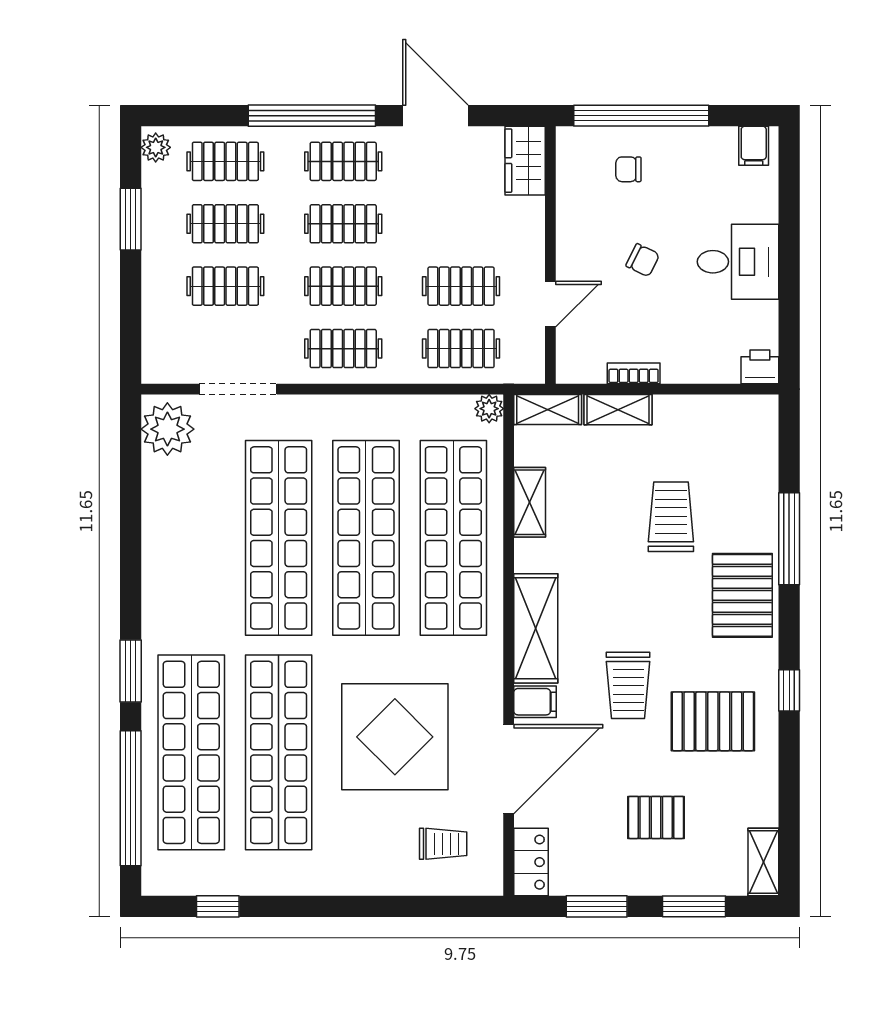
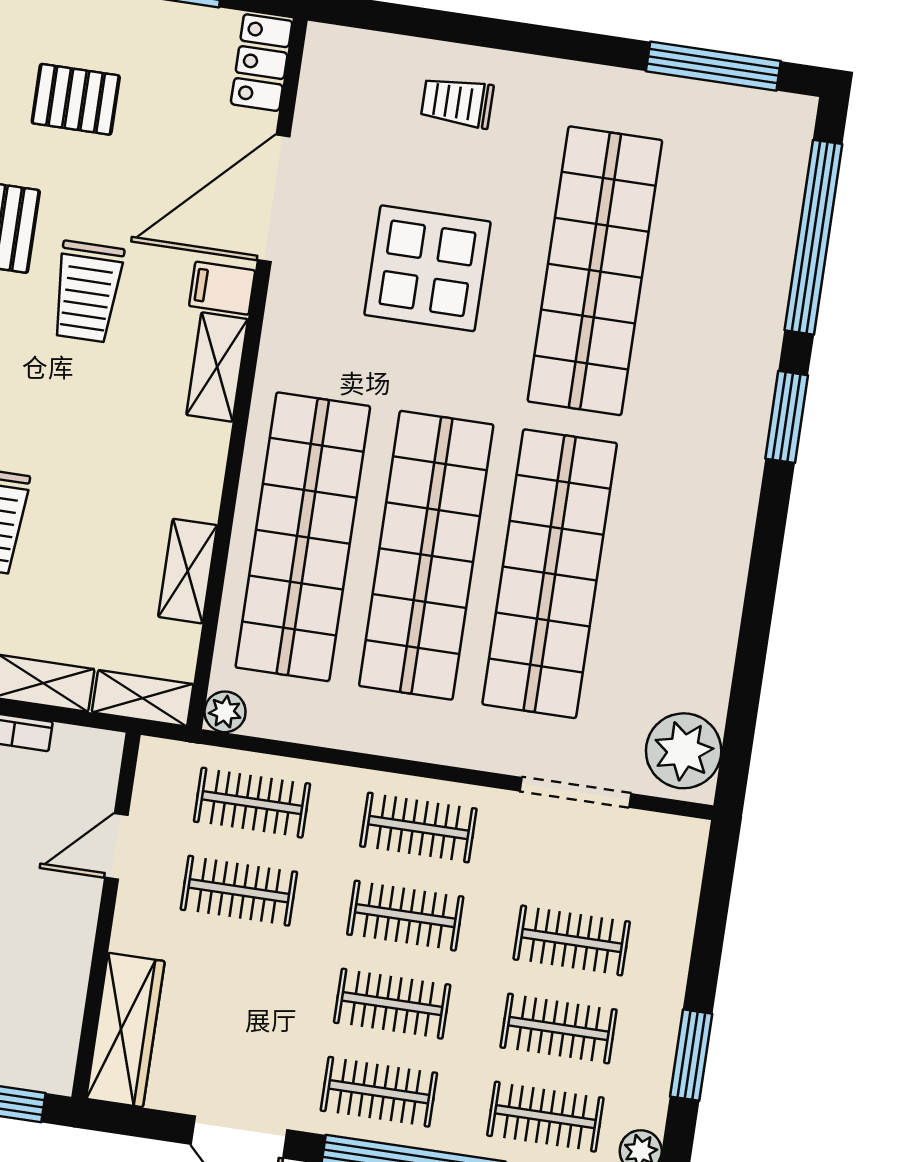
wardrobe: (525, 161) -> (125, 1030), width x1.50
shelving: (536, 628) -> (217, 367), width x0.67, depth x0.75
trolley: (628, 685) -> (87, 292), turned 180
display table: (395, 737) -> (428, 268), width x0.73, depth x0.73
shop shelf: (191, 752) -> (718, 289), removed
trolley: (443, 844) -> (457, 102), moved
window: (218, 906) -> (713, 66), width x2.17

